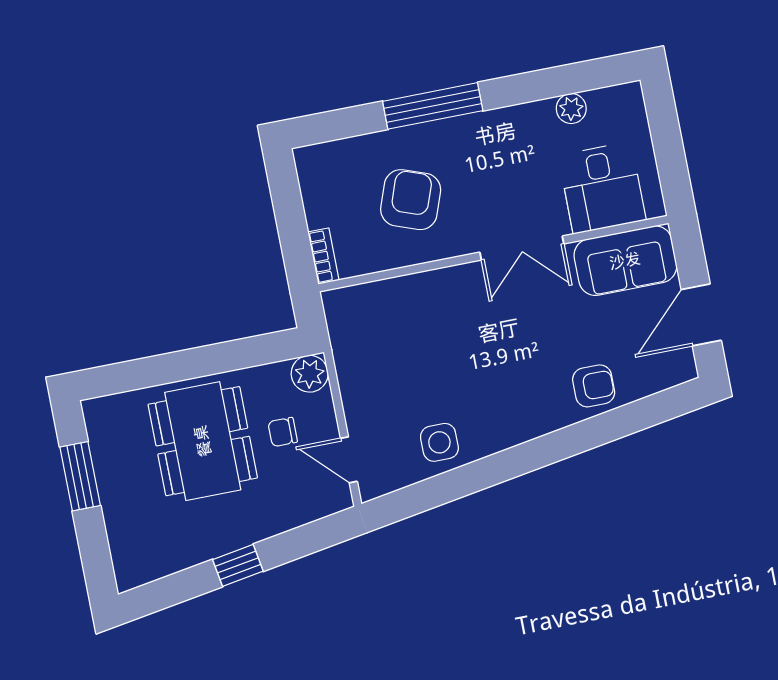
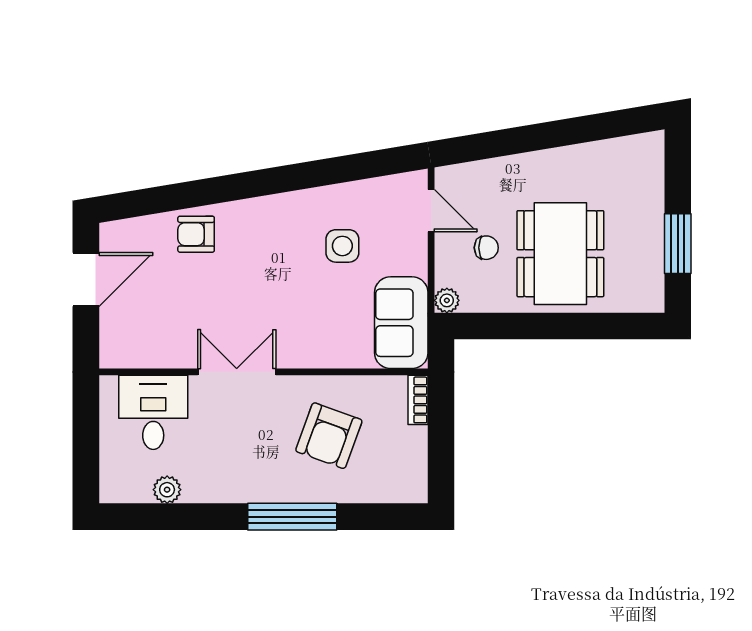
sofa: (625, 261) -> (401, 323), moved, turned -90
plant: (310, 374) -> (447, 300), width x0.73, depth x0.73
side table: (439, 442) -> (342, 246), moved
window: (238, 565) -> (551, 135), removed

